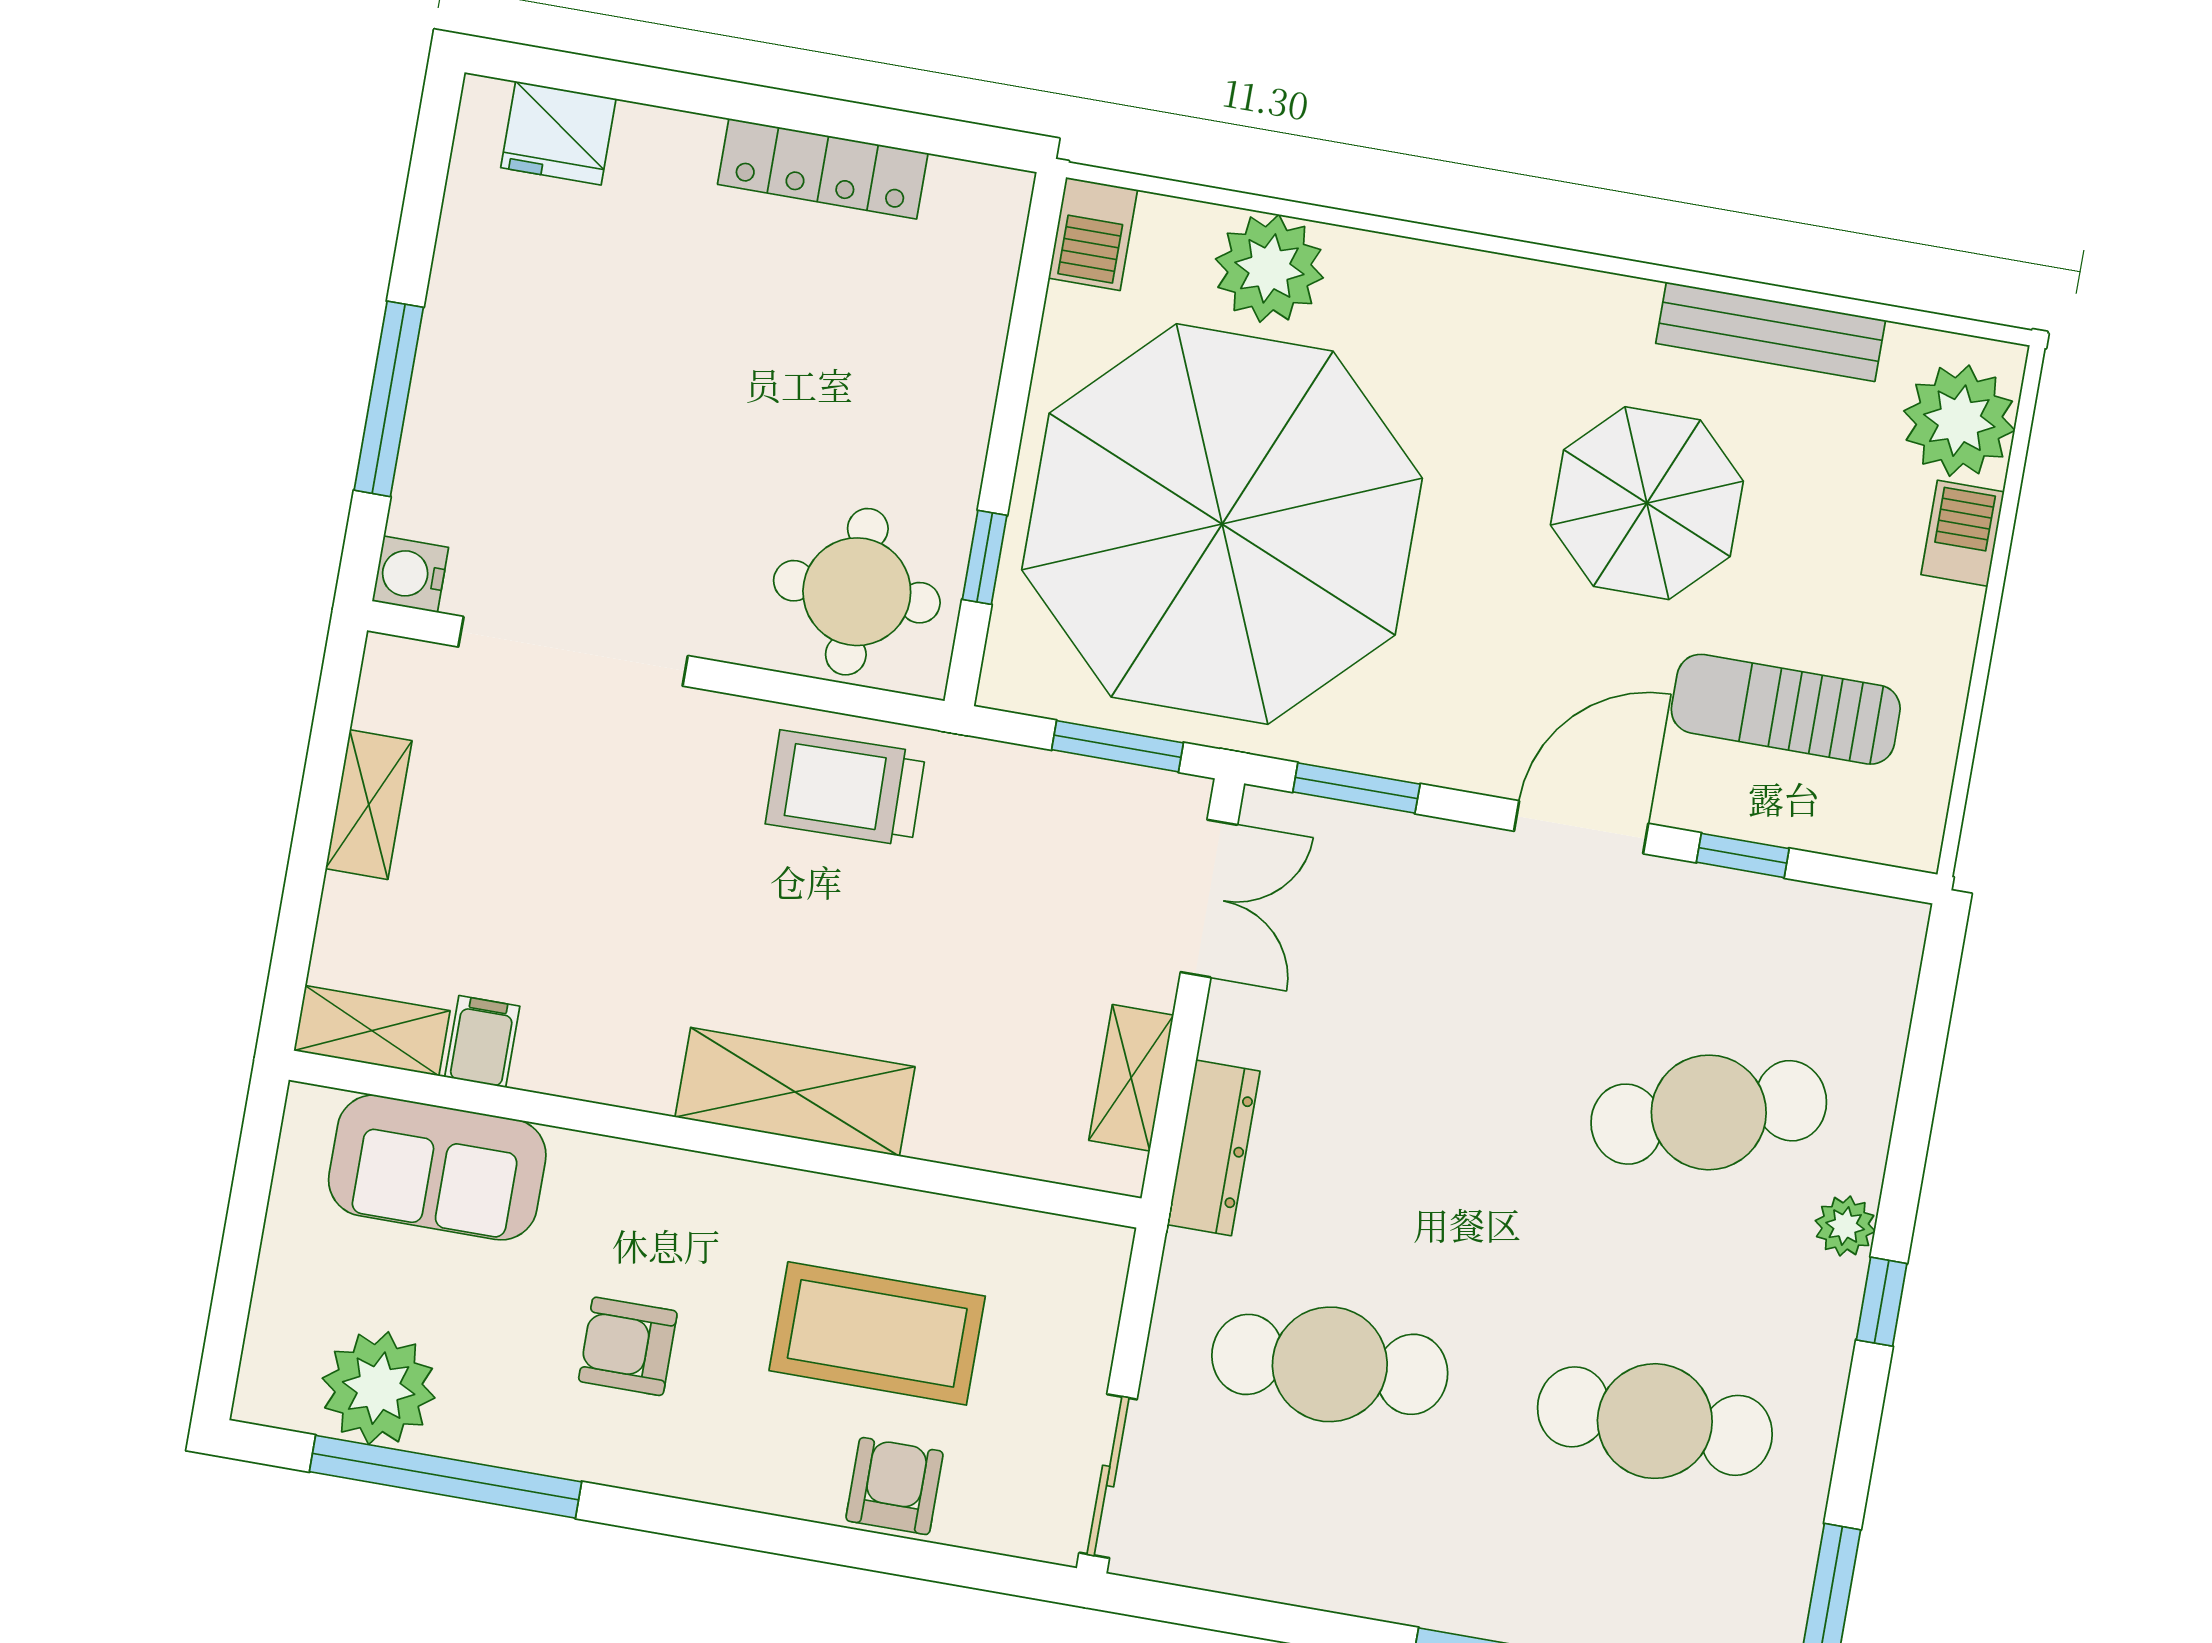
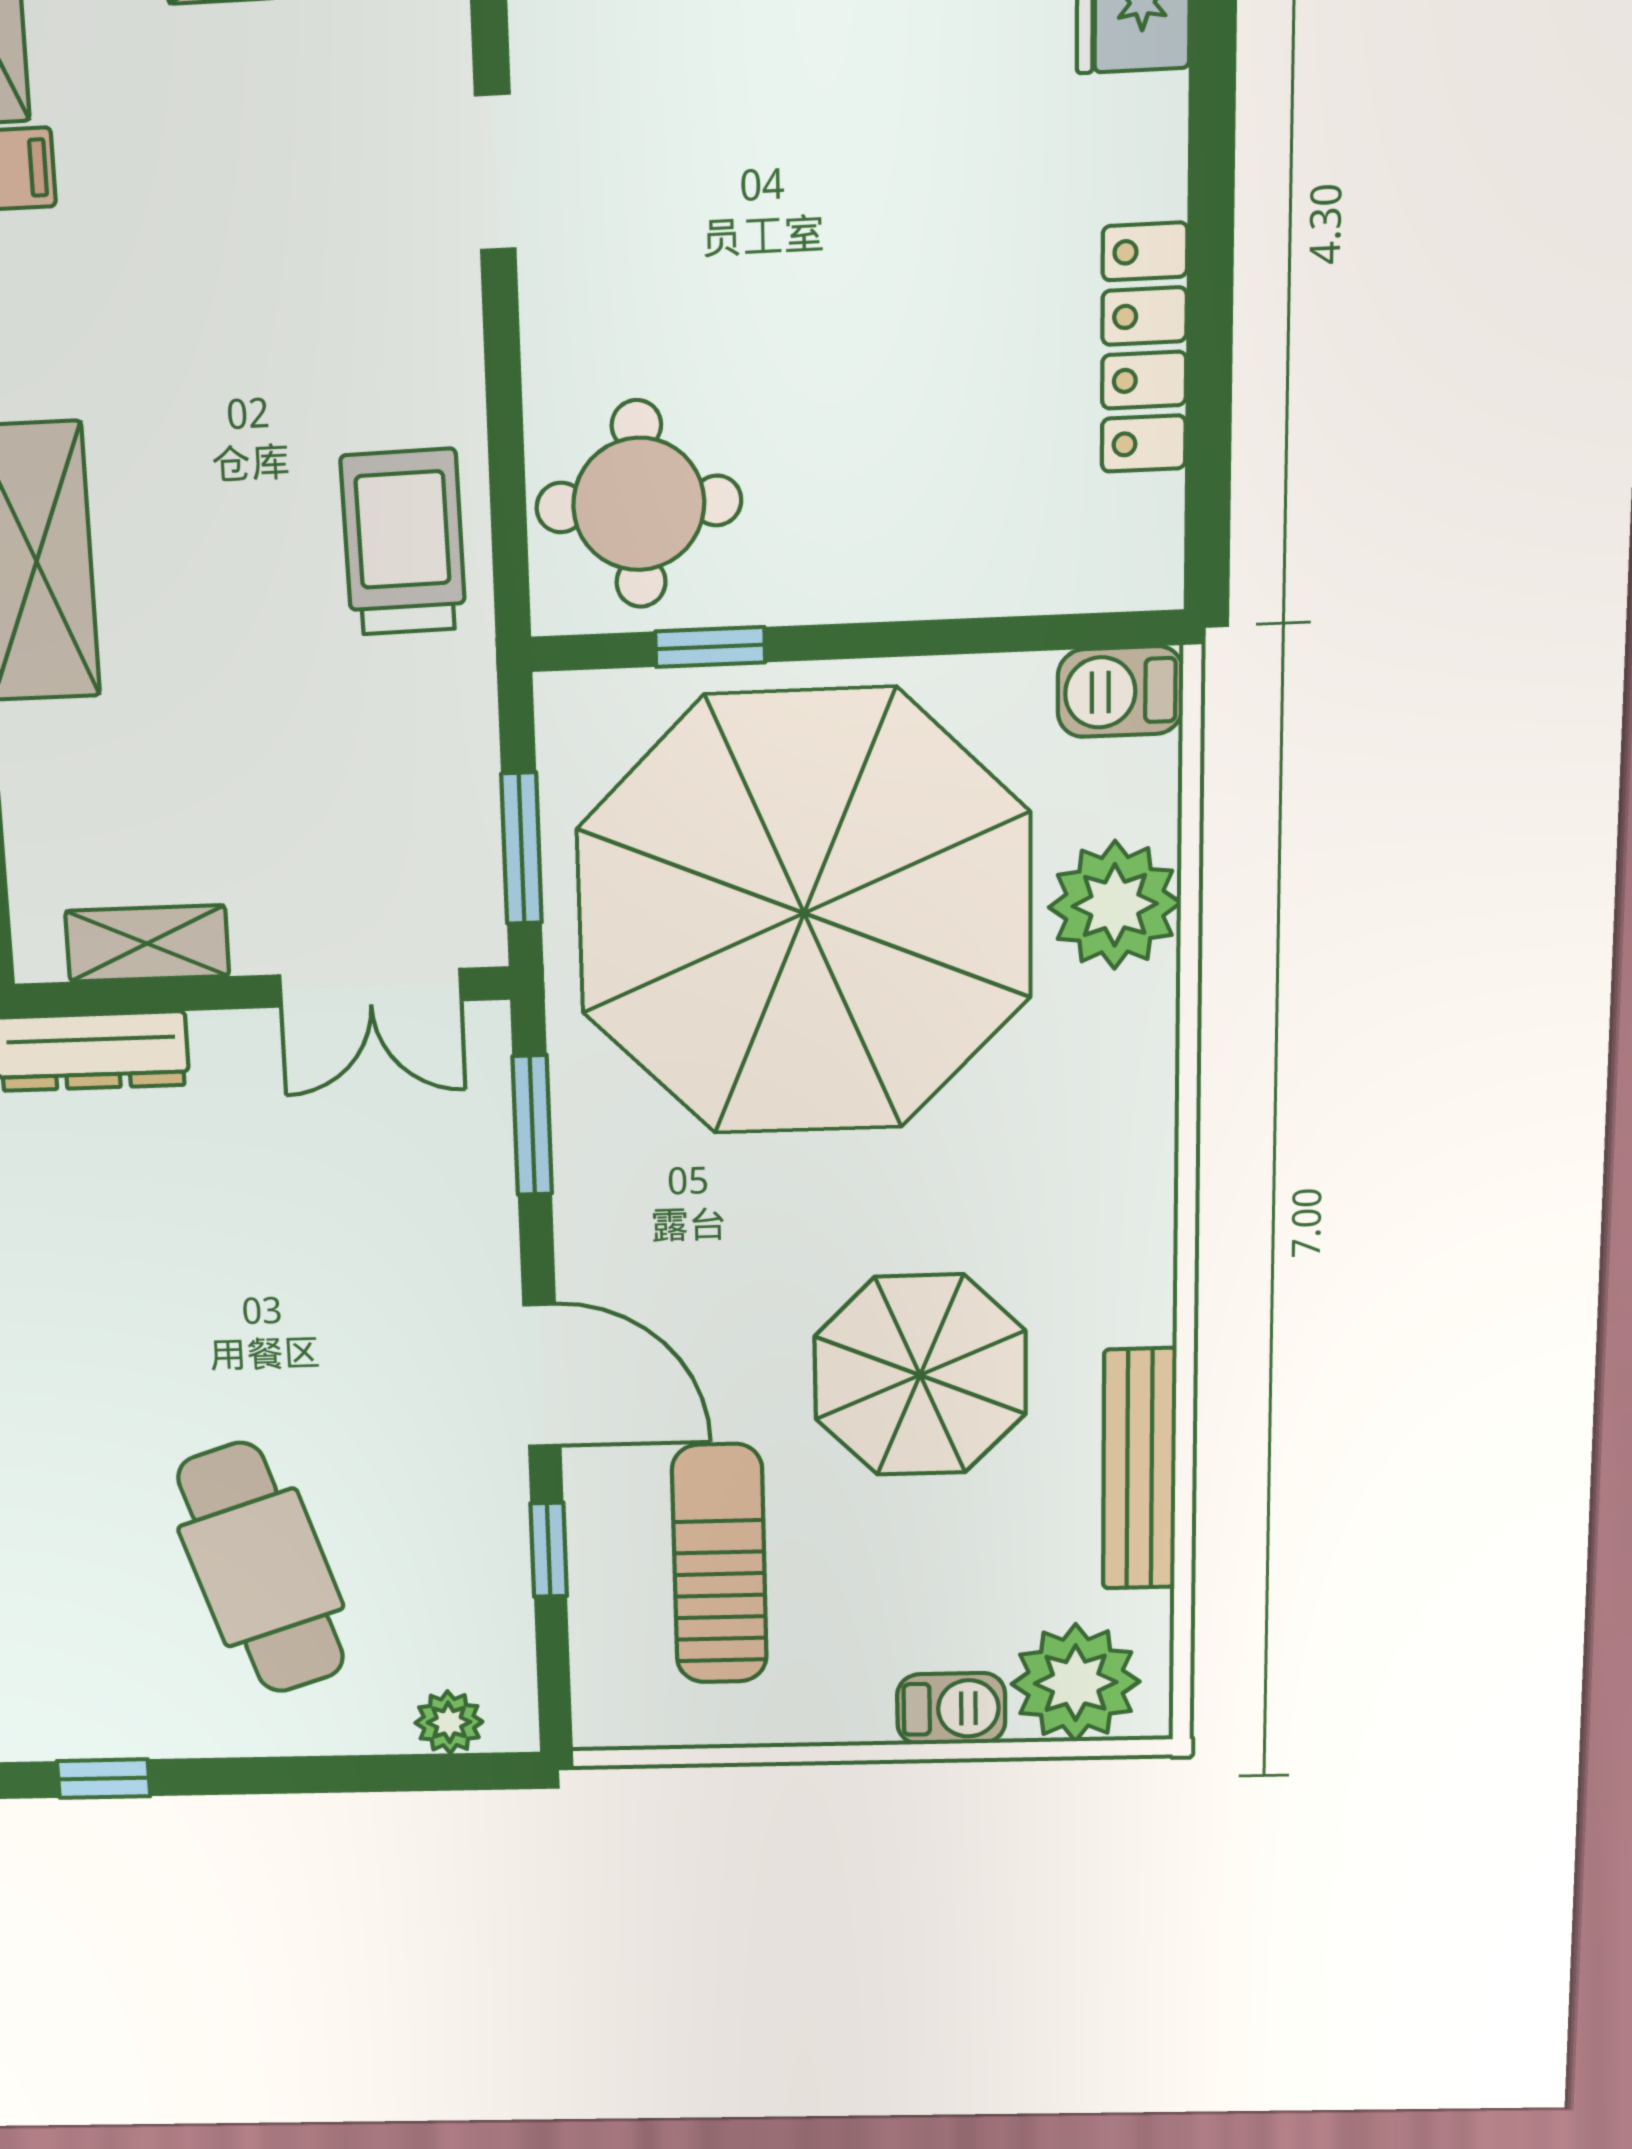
doorway: (573, 651) -> (495, 172), width x0.53
plant: (1845, 1226) -> (449, 1722), moved

